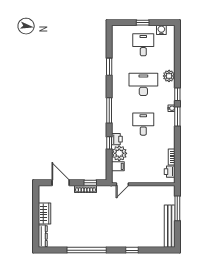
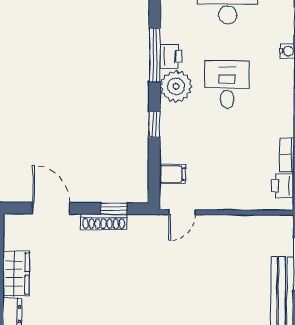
printer: (117, 139) -> (171, 56), moved
plant: (119, 153) -> (176, 86), moved

